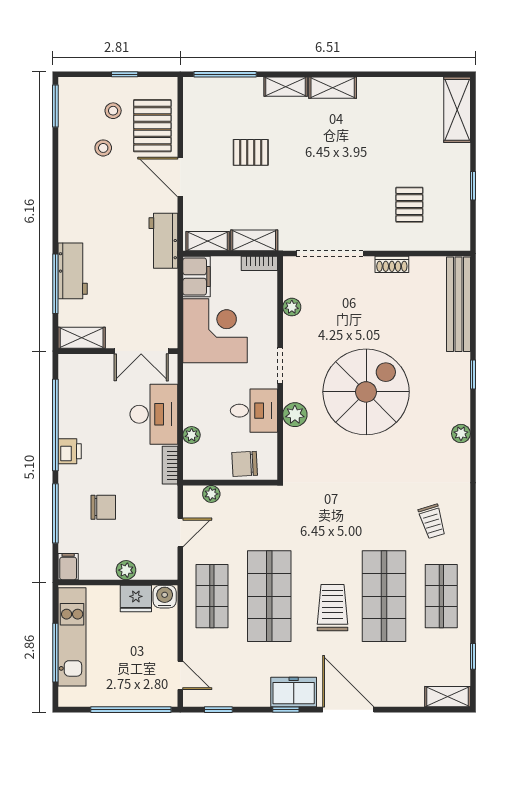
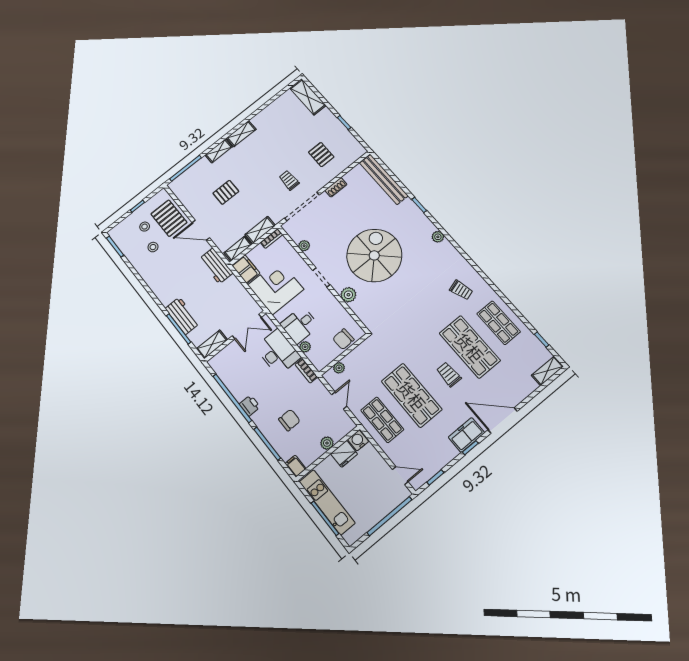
trolley: (342, 205) -> (289, 180), added
desk: (254, 411) -> (300, 325), moved, turned 180
trolley: (332, 608) -> (449, 374), width x0.73, depth x0.72

